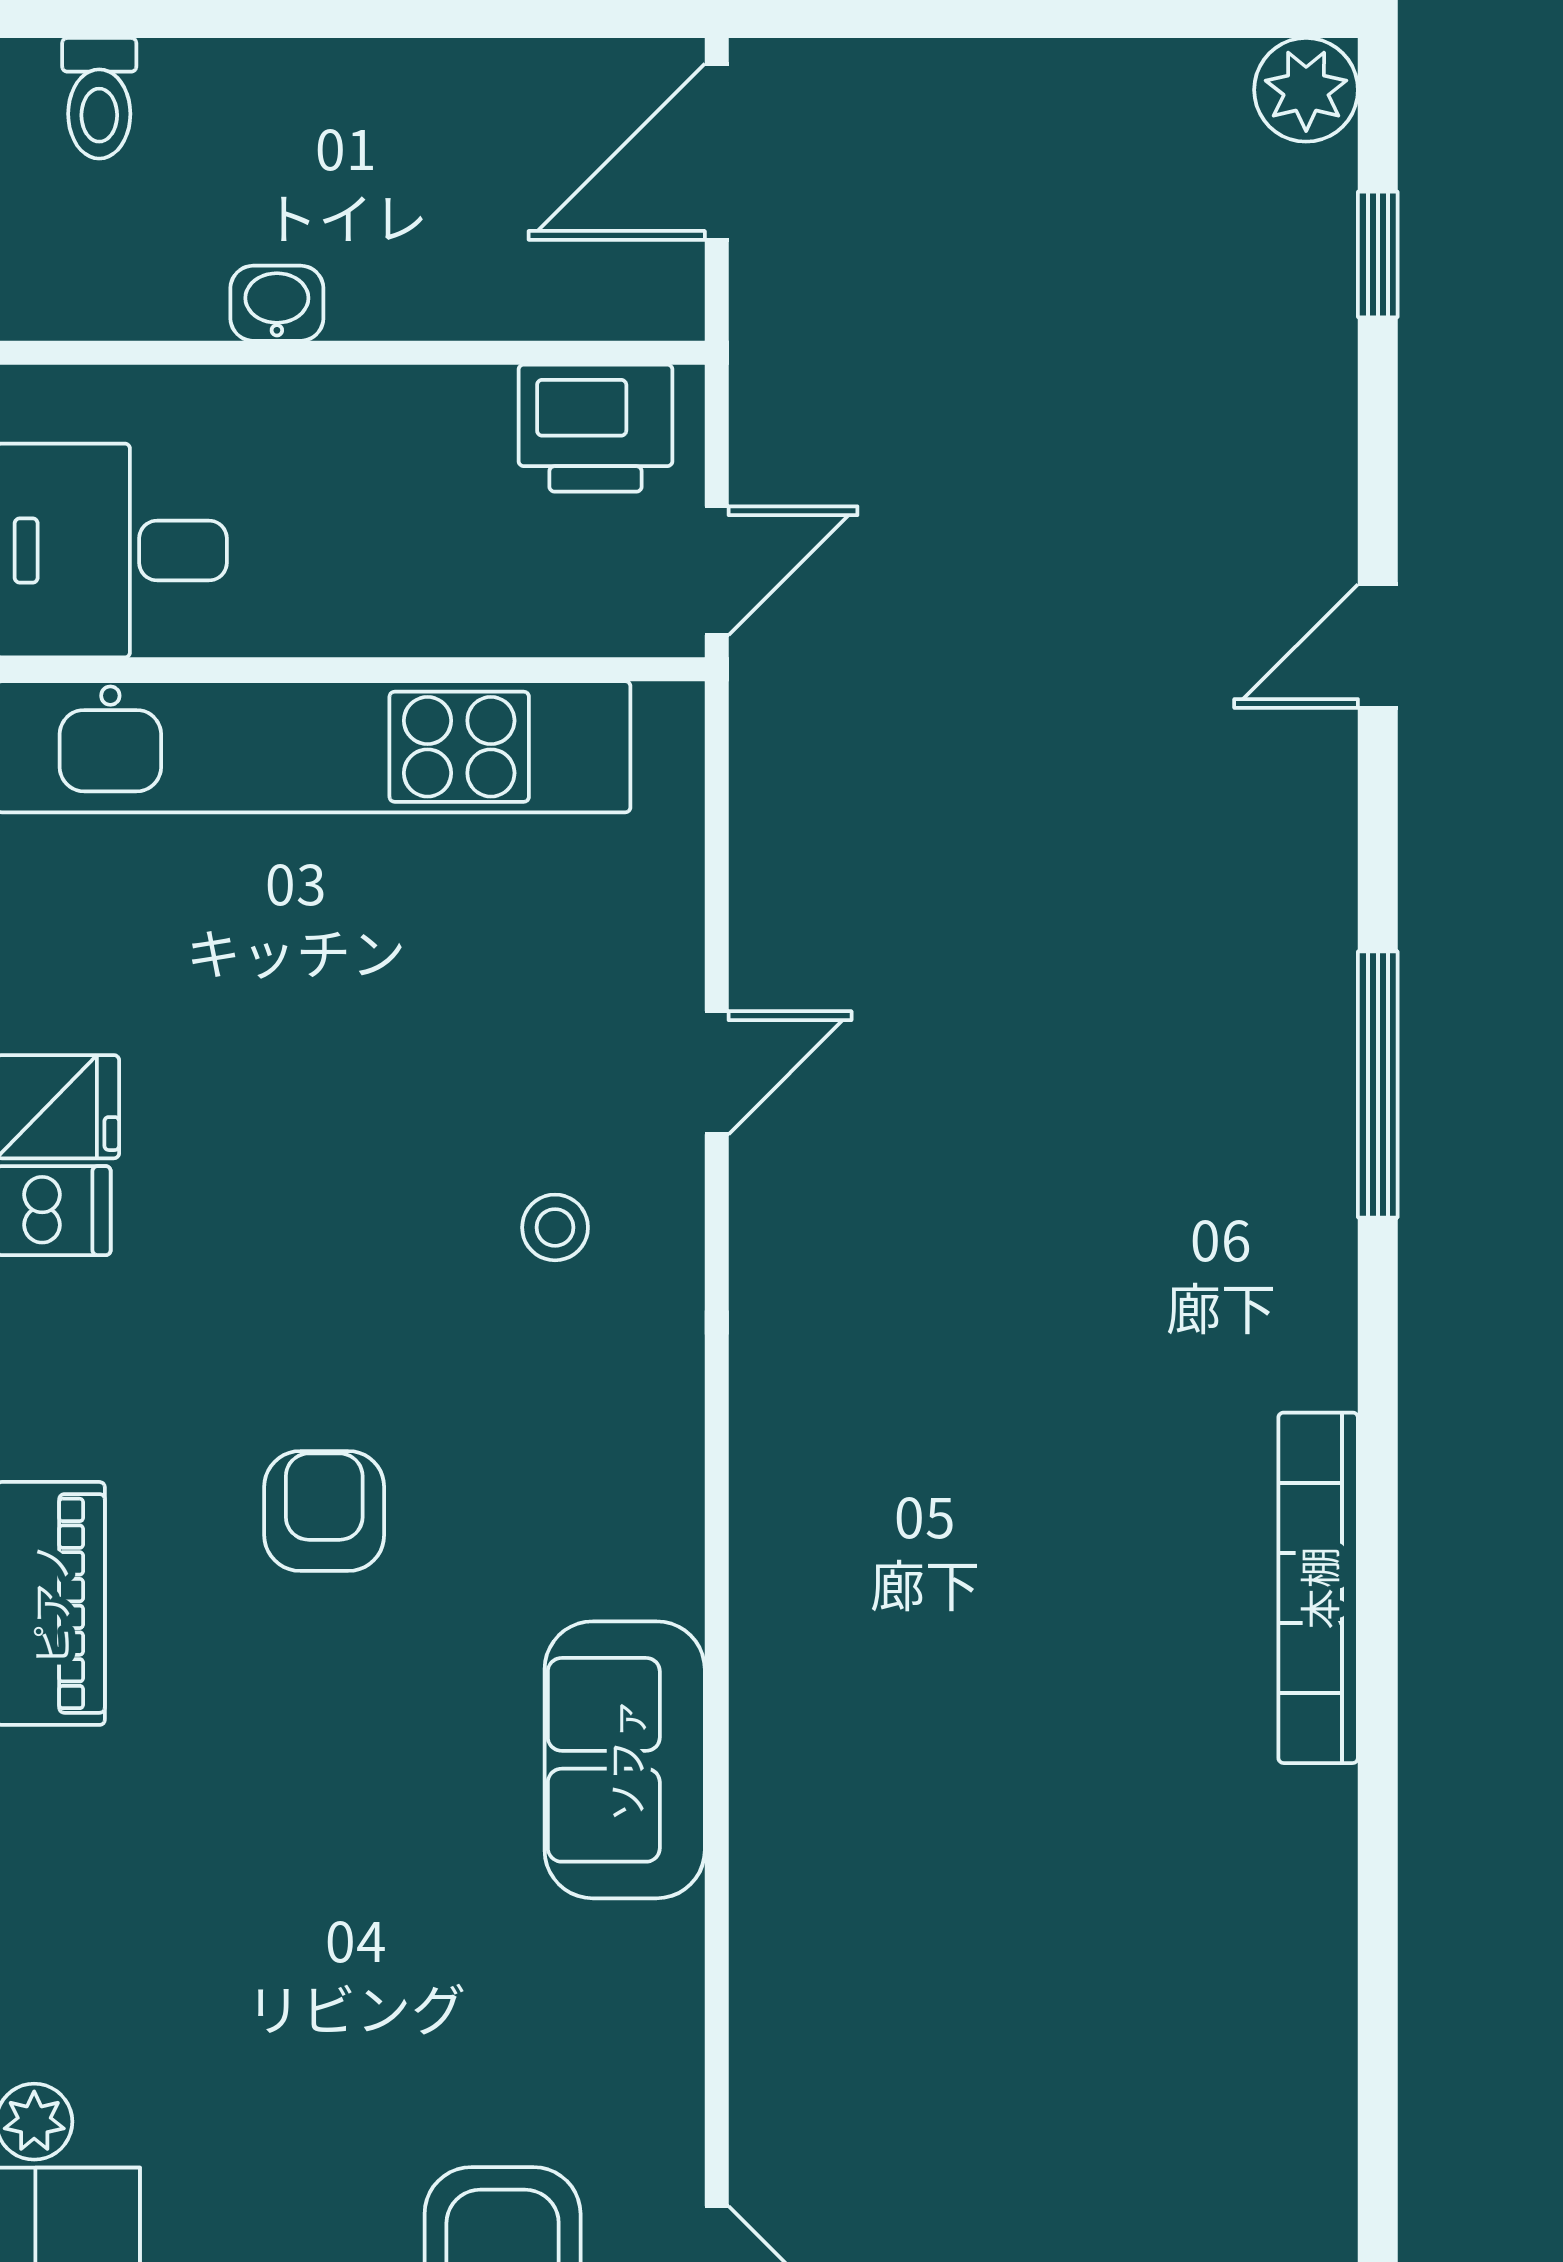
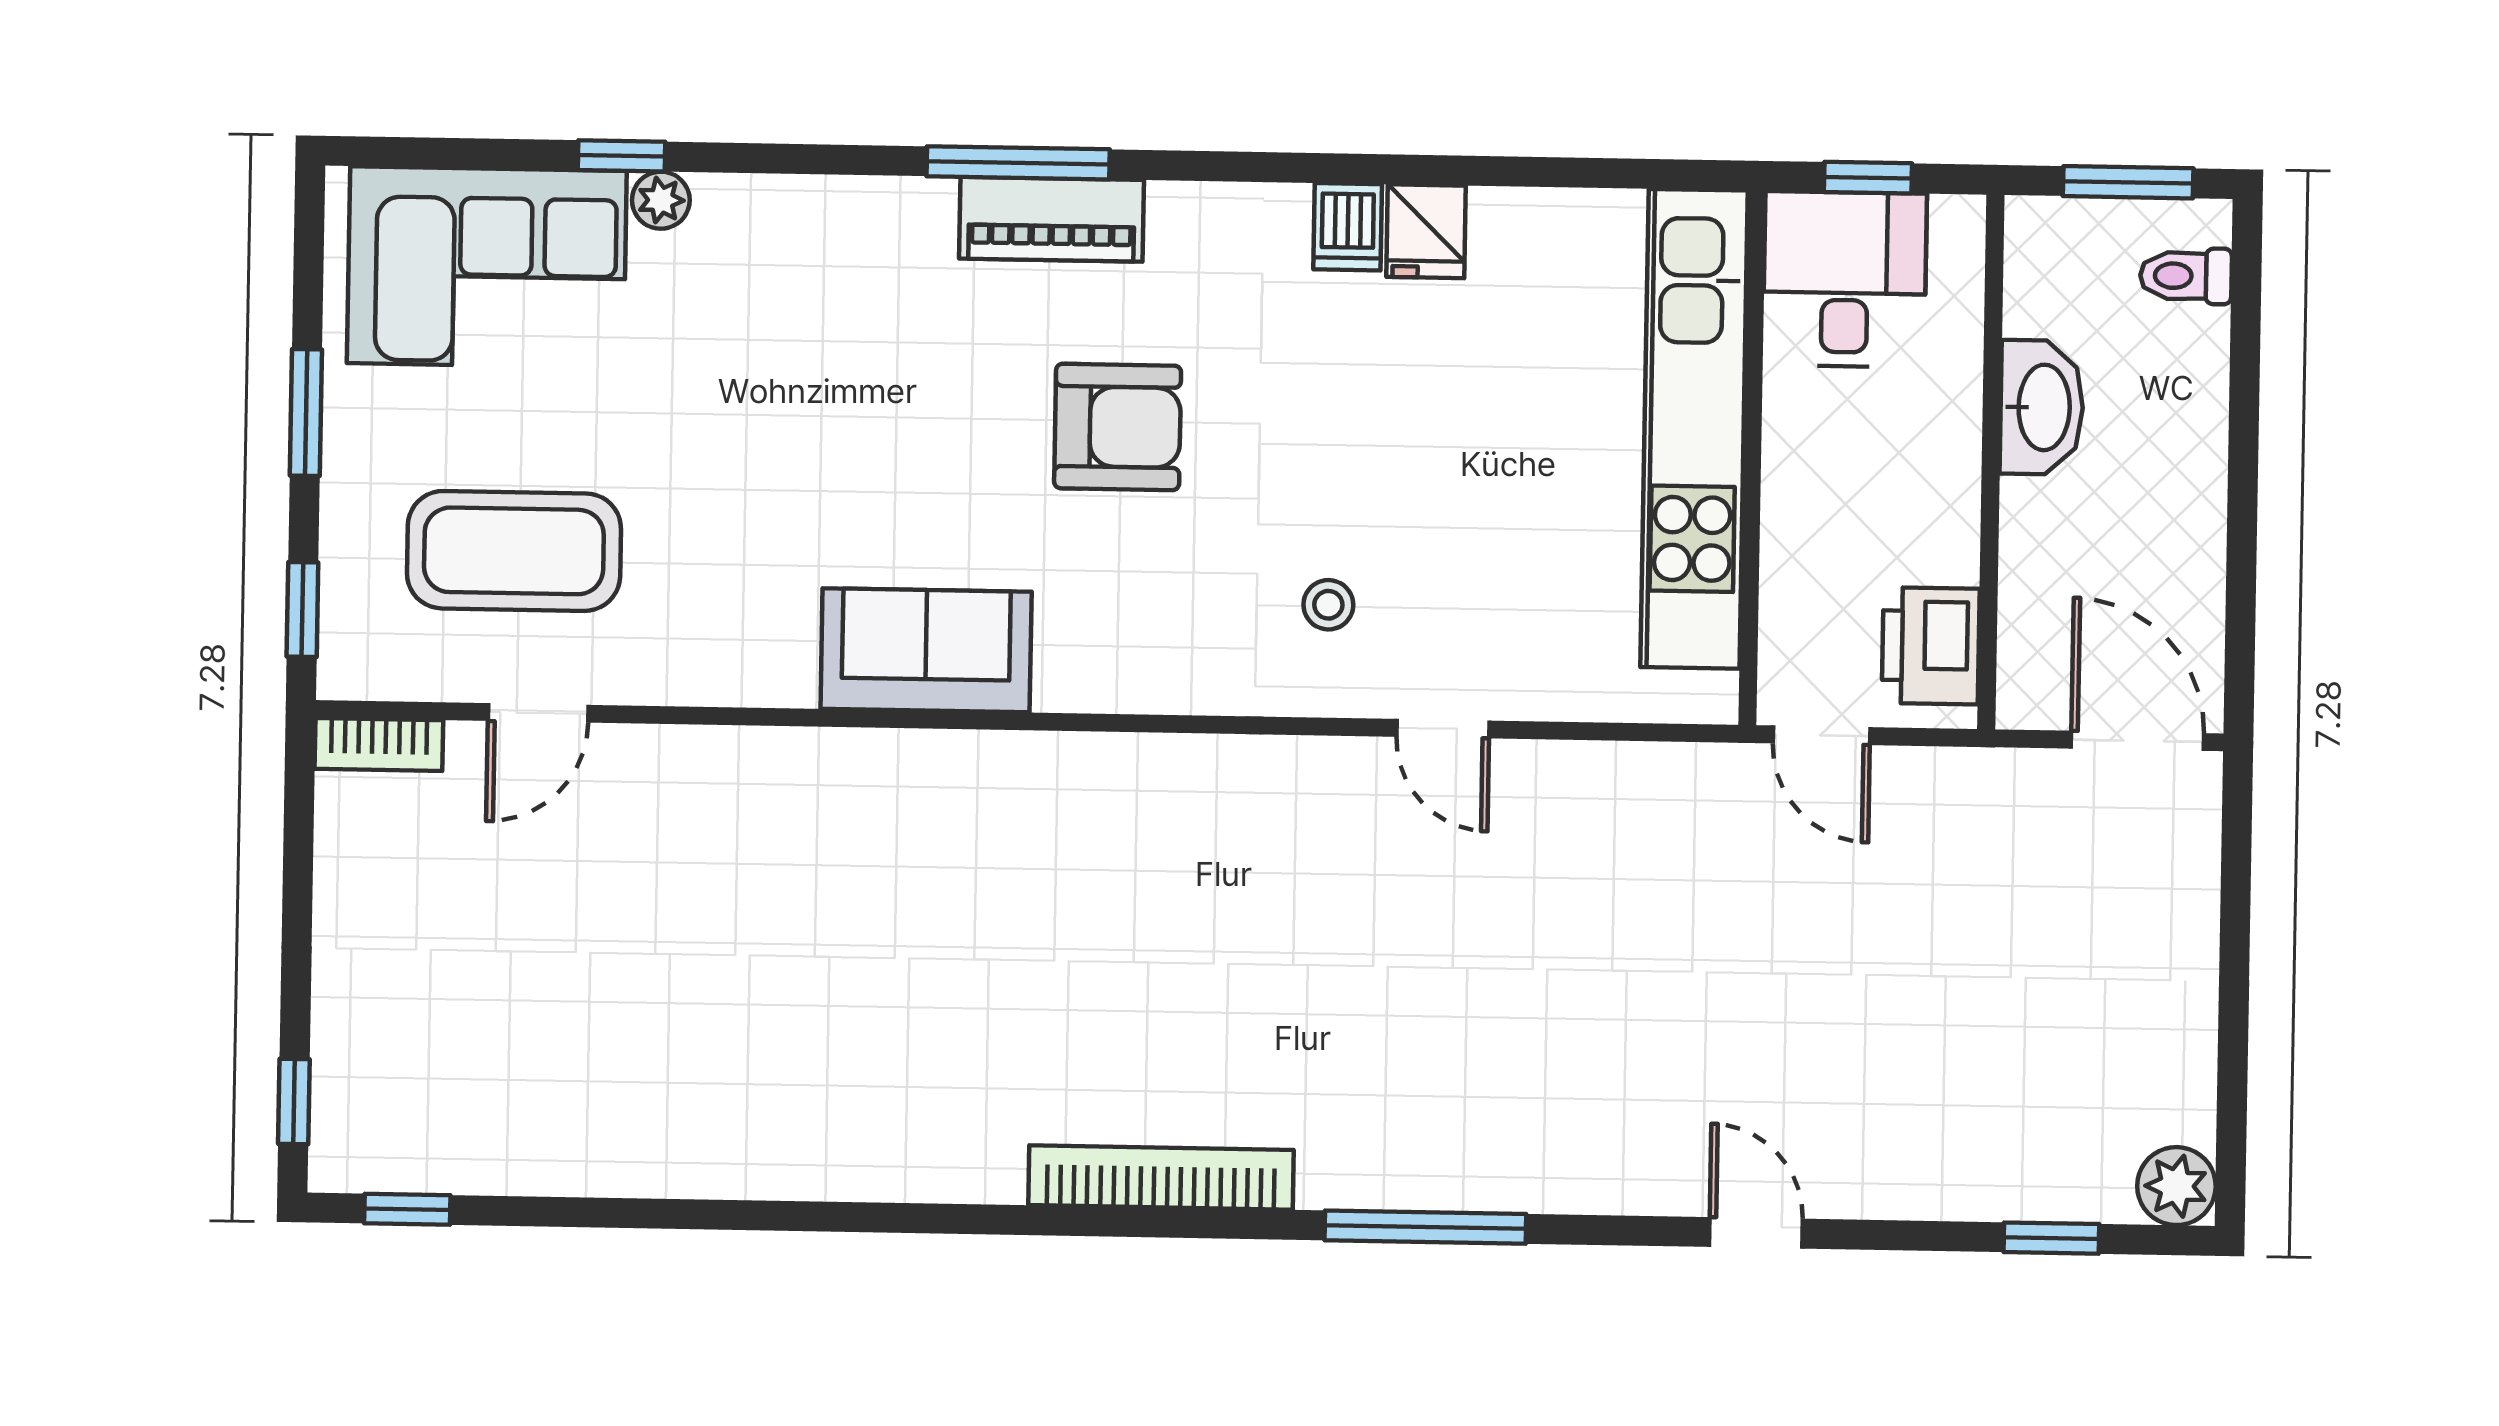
washbasin: (277, 303) -> (2042, 407), width x1.91, depth x1.45
armchair: (324, 1511) -> (1118, 427), width x1.38, depth x1.38
bookcase: (1318, 1588) -> (1161, 1178), moved

